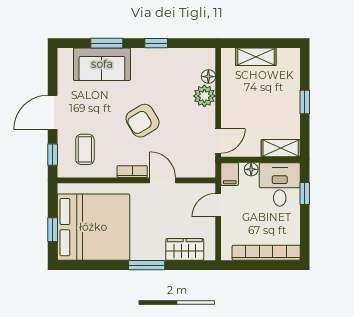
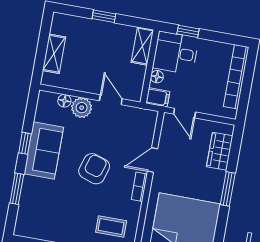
sofa: (102, 64) -> (44, 150), moved
armchair: (142, 121) -> (94, 169), turned -131
door: (218, 141) -> (111, 100), moved

